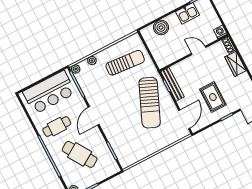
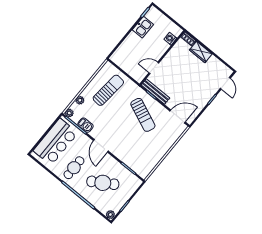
boiler: (161, 28) -> (126, 48), removed
washing machine: (220, 32) -> (170, 39), moved
door: (199, 50) -> (154, 68), moved
barbecue: (87, 88) -> (85, 125), added
rug: (213, 97) -> (194, 88), removed
sun lounger: (150, 103) -> (143, 115), width x0.73, depth x0.75
door: (184, 119) -> (178, 117), hinge flipped

